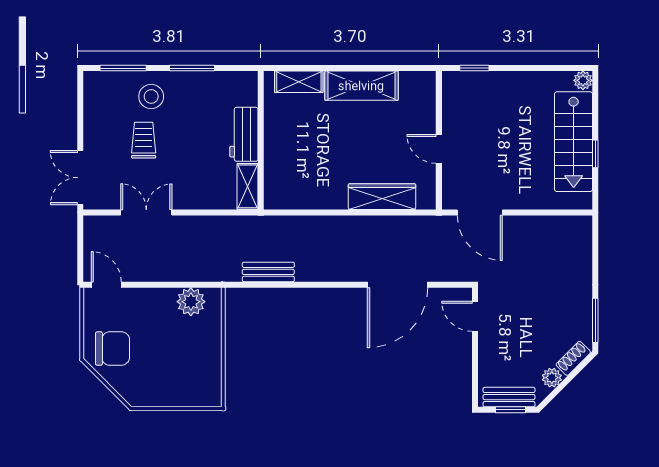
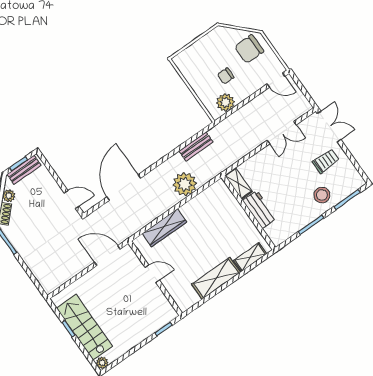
trolley: (144, 140) -> (326, 161), moved, turned -90
plant: (317, 234) -> (185, 184), added
chair: (167, 335) -> (226, 76), added

